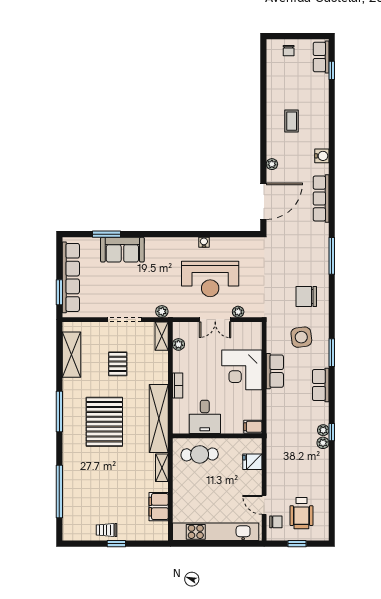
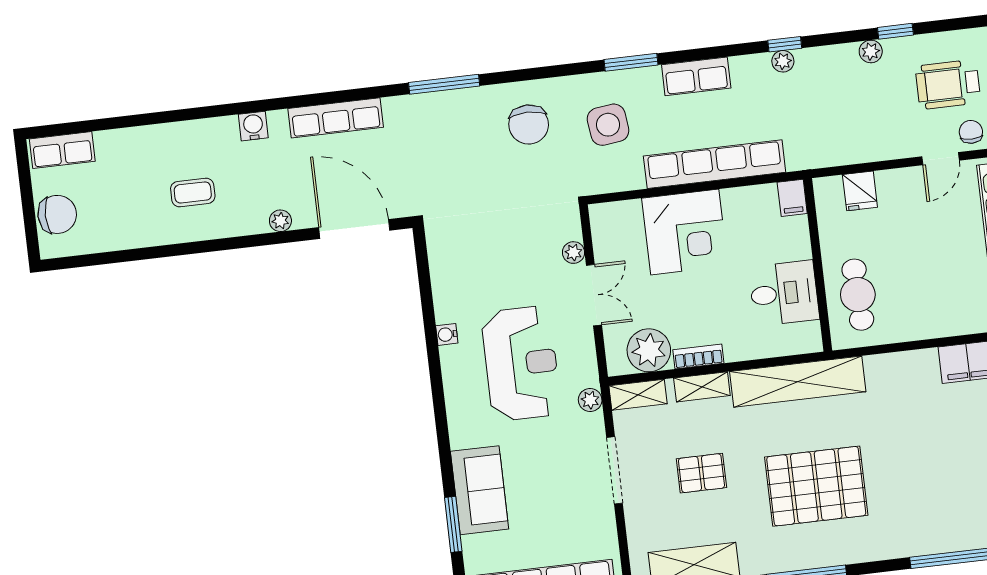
chair: (289, 51) -> (57, 214), width x1.87, depth x1.87
window: (332, 70) -> (895, 31), moved
reception desk: (210, 279) -> (521, 363), moved
plant: (178, 344) -> (649, 350), width x1.88, depth x1.88
row of seats: (275, 371) -> (715, 164), width x2.02
bookcase: (178, 386) -> (698, 356), moved
plant: (323, 443) -> (871, 51), moved
shelving: (162, 468) -> (702, 387), moved
wheelchair: (301, 513) -> (948, 84), turned 180

